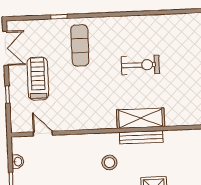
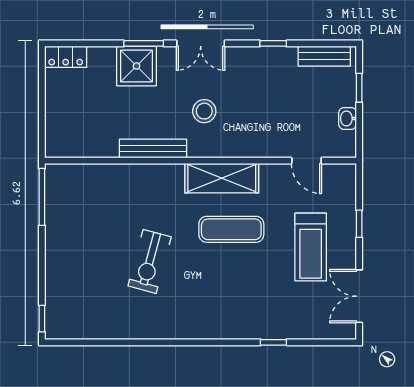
exercise mat: (80, 45) -> (231, 229), moved, turned 90
exercise bike: (140, 65) -> (150, 261), turned -75
shelving: (141, 118) -> (222, 178), moved

